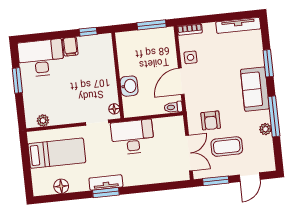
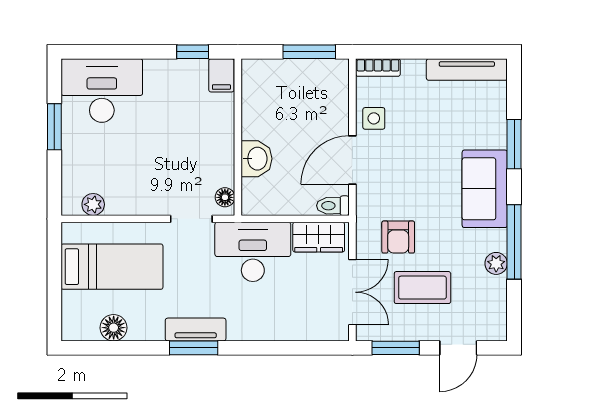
filing cabinet: (70, 47) -> (221, 75), moved
wardrobe: (167, 125) -> (319, 237), added

